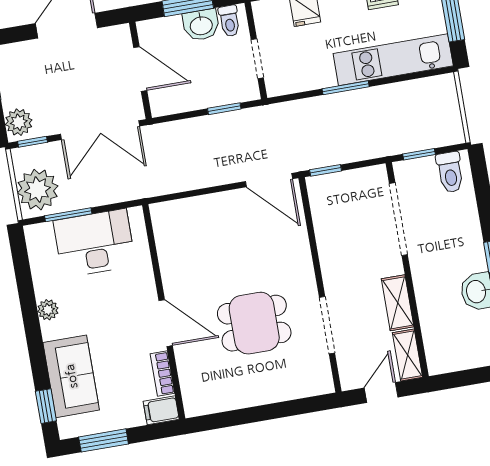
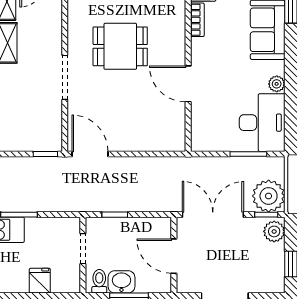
plant: (38, 190) -> (269, 196), moved
desk: (94, 243) -> (262, 123), moved, turned -90
door: (166, 323) -> (188, 84), moved
doorway: (327, 325) -> (65, 77), moved

